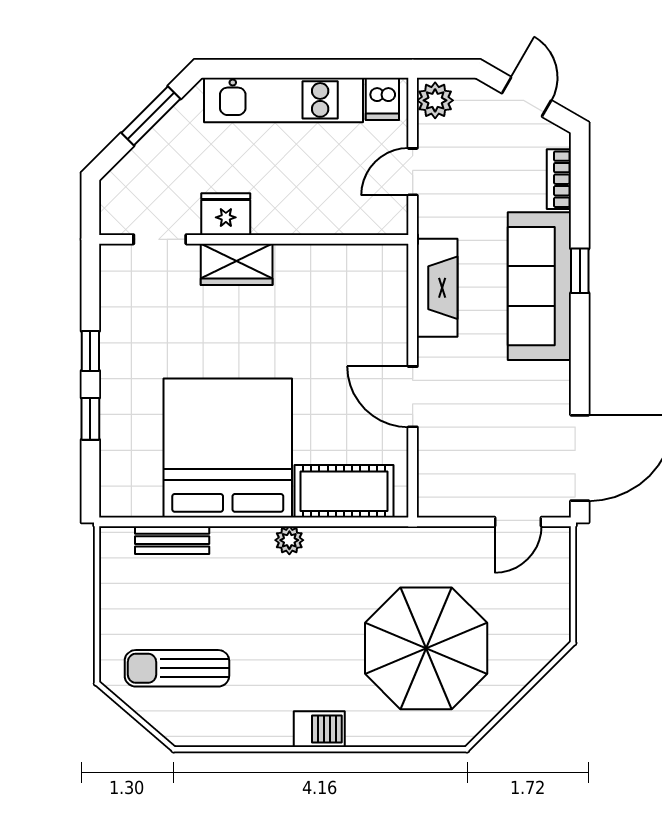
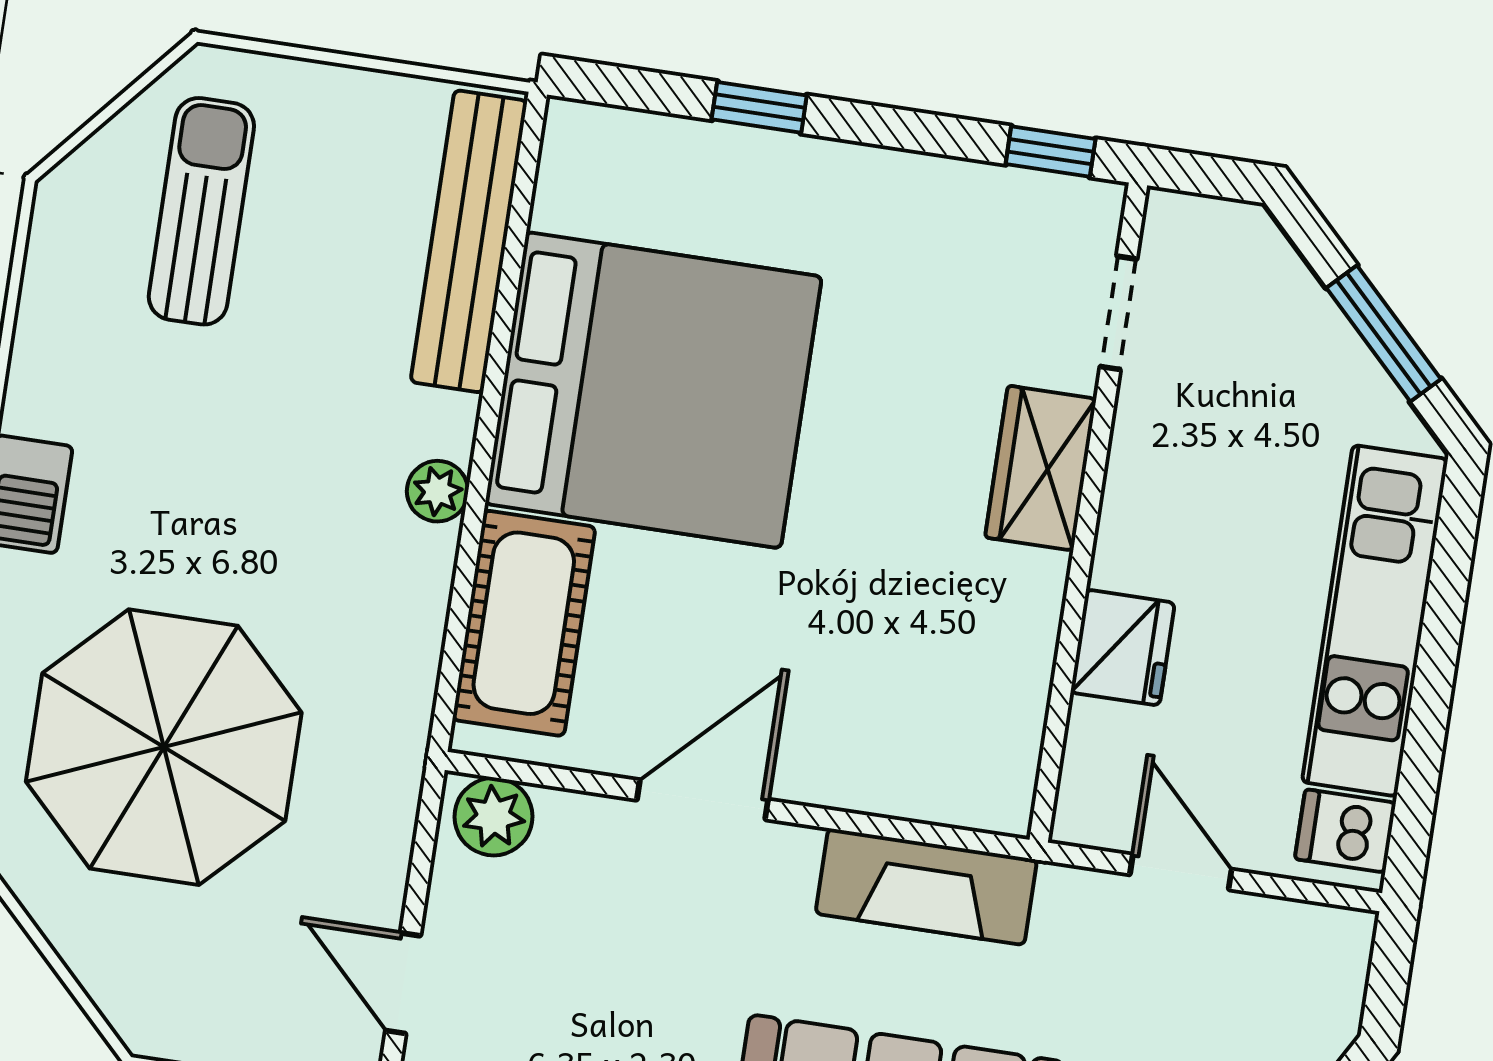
plant: (435, 100) -> (494, 817), moved
fridge: (226, 214) -> (1123, 648), moved
window: (90, 351) -> (1051, 152), moved
bench: (172, 540) -> (469, 241), width x1.86, depth x1.21

